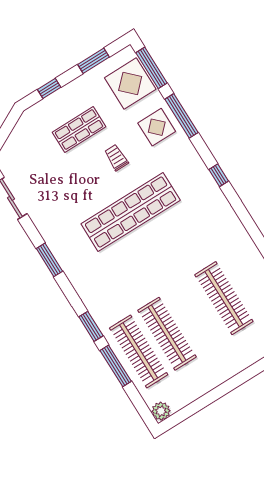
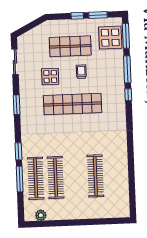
window: (49, 88) -> (77, 16), moved
display table: (157, 127) -> (50, 77), moved
shop shelf: (79, 130) -> (70, 46), width x1.43, depth x1.36
window: (219, 175) -> (128, 95), moved
plant: (161, 411) -> (41, 215), moved

